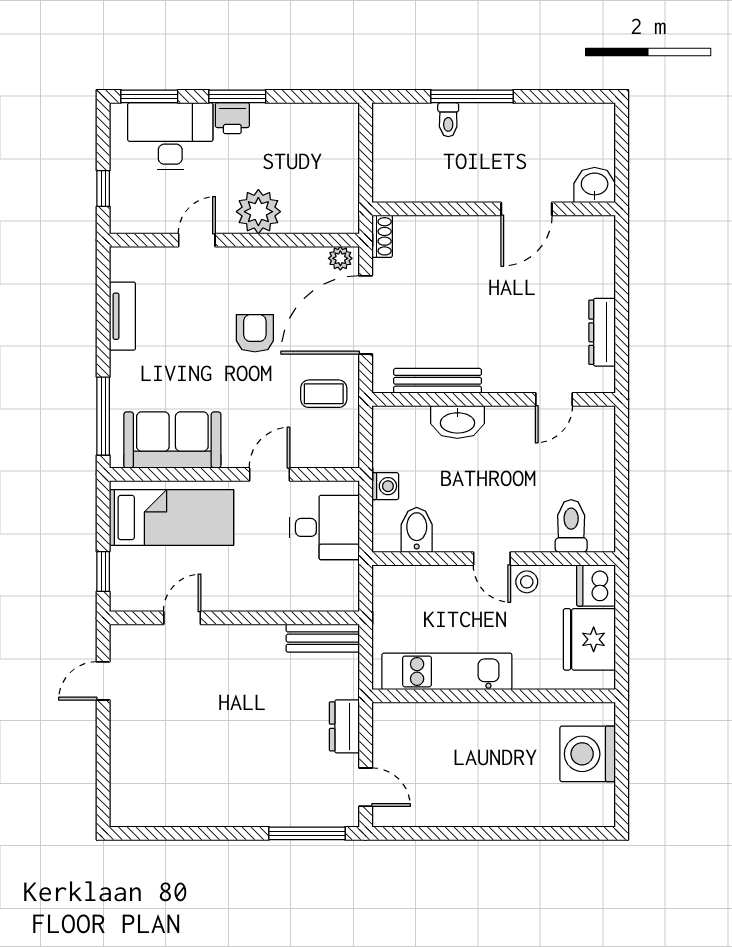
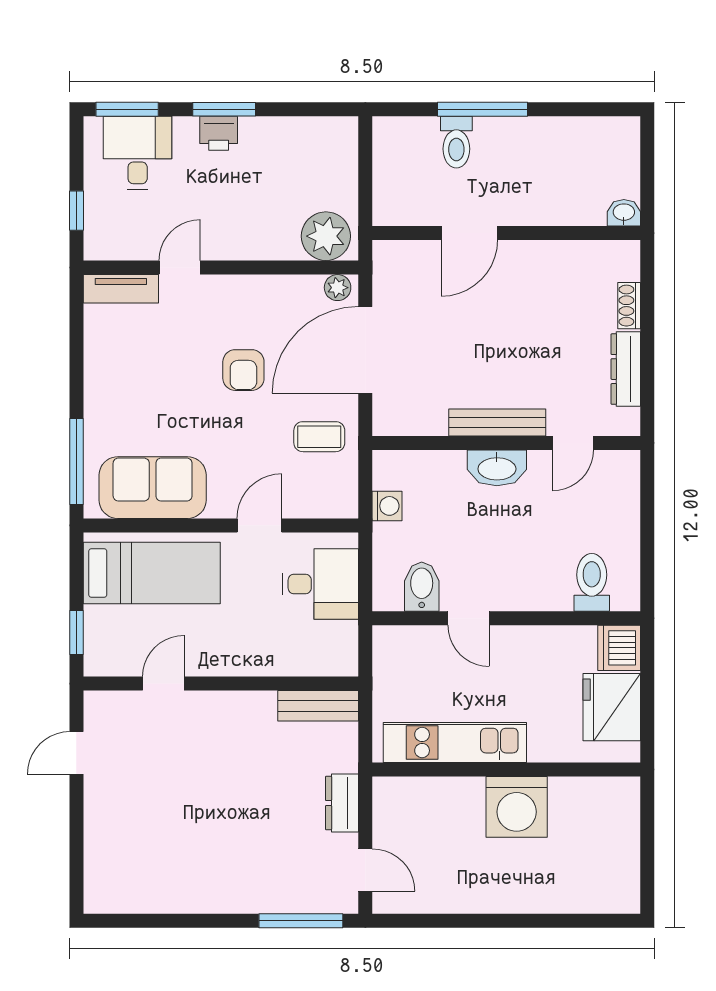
toilet: (448, 120) -> (456, 142), width x1.37, depth x1.39
desk: (170, 136) -> (138, 153), width x0.73
washbasin: (595, 185) -> (624, 213), width x0.72, depth x0.69
door: (527, 209) -> (469, 233), moved
plant: (258, 212) -> (326, 236), moved
shoe rack: (382, 236) -> (629, 306), moved, turned 180
tv unit: (122, 316) -> (121, 289), moved, turned 90
armchair: (255, 333) -> (243, 370), turned 180
bench: (438, 381) -> (497, 422), moved
washbasin: (457, 422) -> (497, 468), moved
washing machine: (385, 486) -> (387, 506), moved
door: (492, 559) -> (468, 618), moved
stool: (527, 582) -> (543, 644), removed
washing machine: (588, 754) -> (517, 807), moved, turned -90

